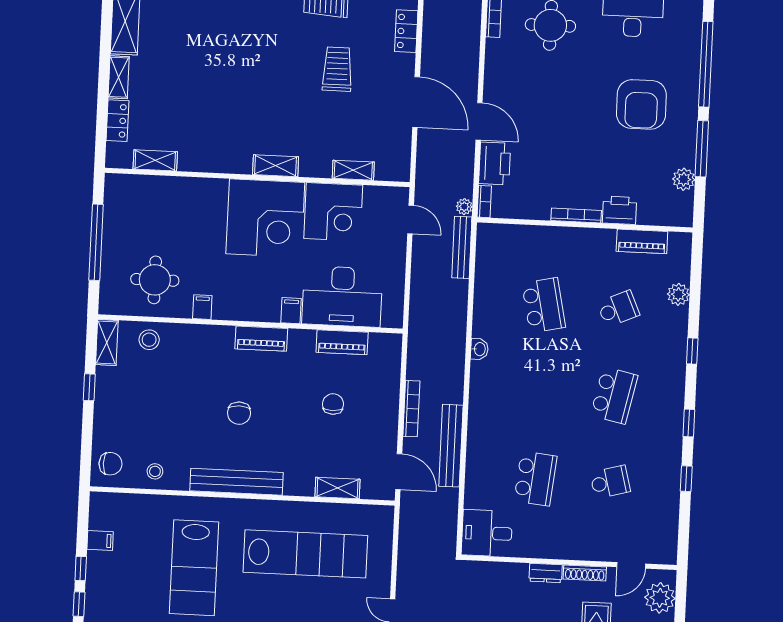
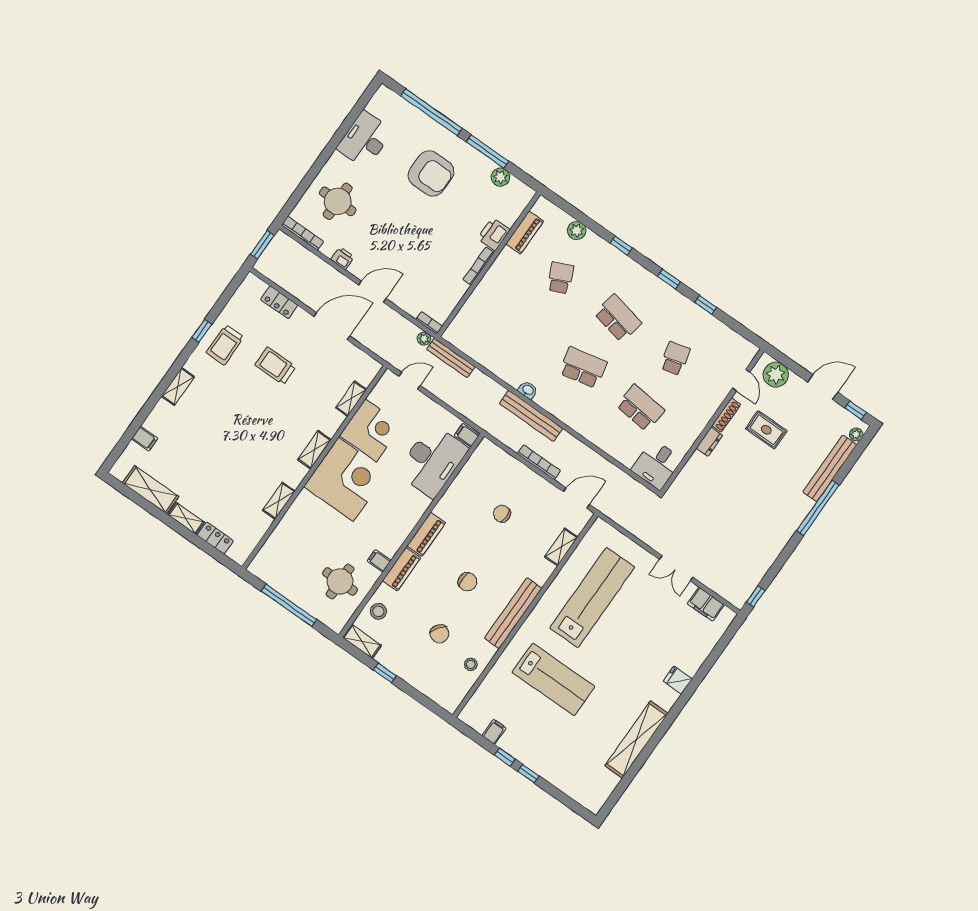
shelving: (155, 160) -> (279, 501), moved
printer: (495, 163) -> (343, 258), moved, width x0.53, depth x0.68
school desk: (544, 305) -> (583, 368), moved
filing cabinet: (291, 311) -> (467, 435), moved
piano: (342, 342) -> (401, 569), moved
bench: (451, 446) -> (531, 416), moved
chair: (110, 464) -> (439, 634), moved, turned 125

